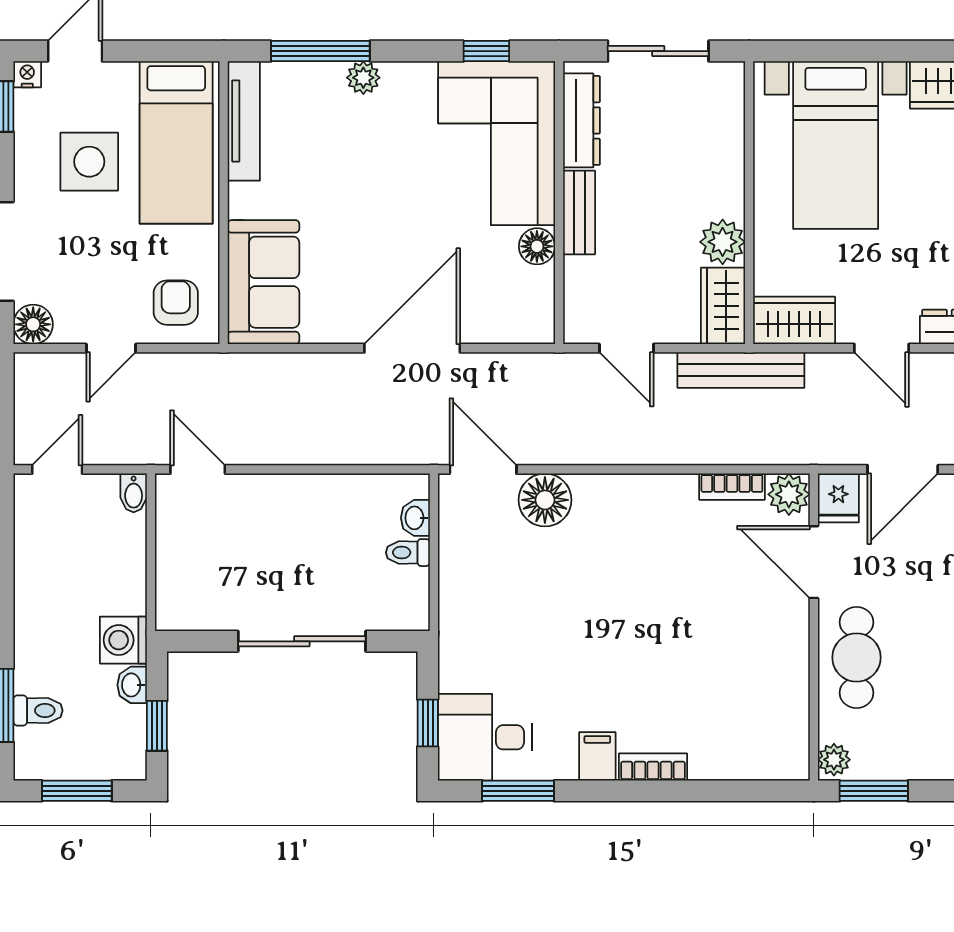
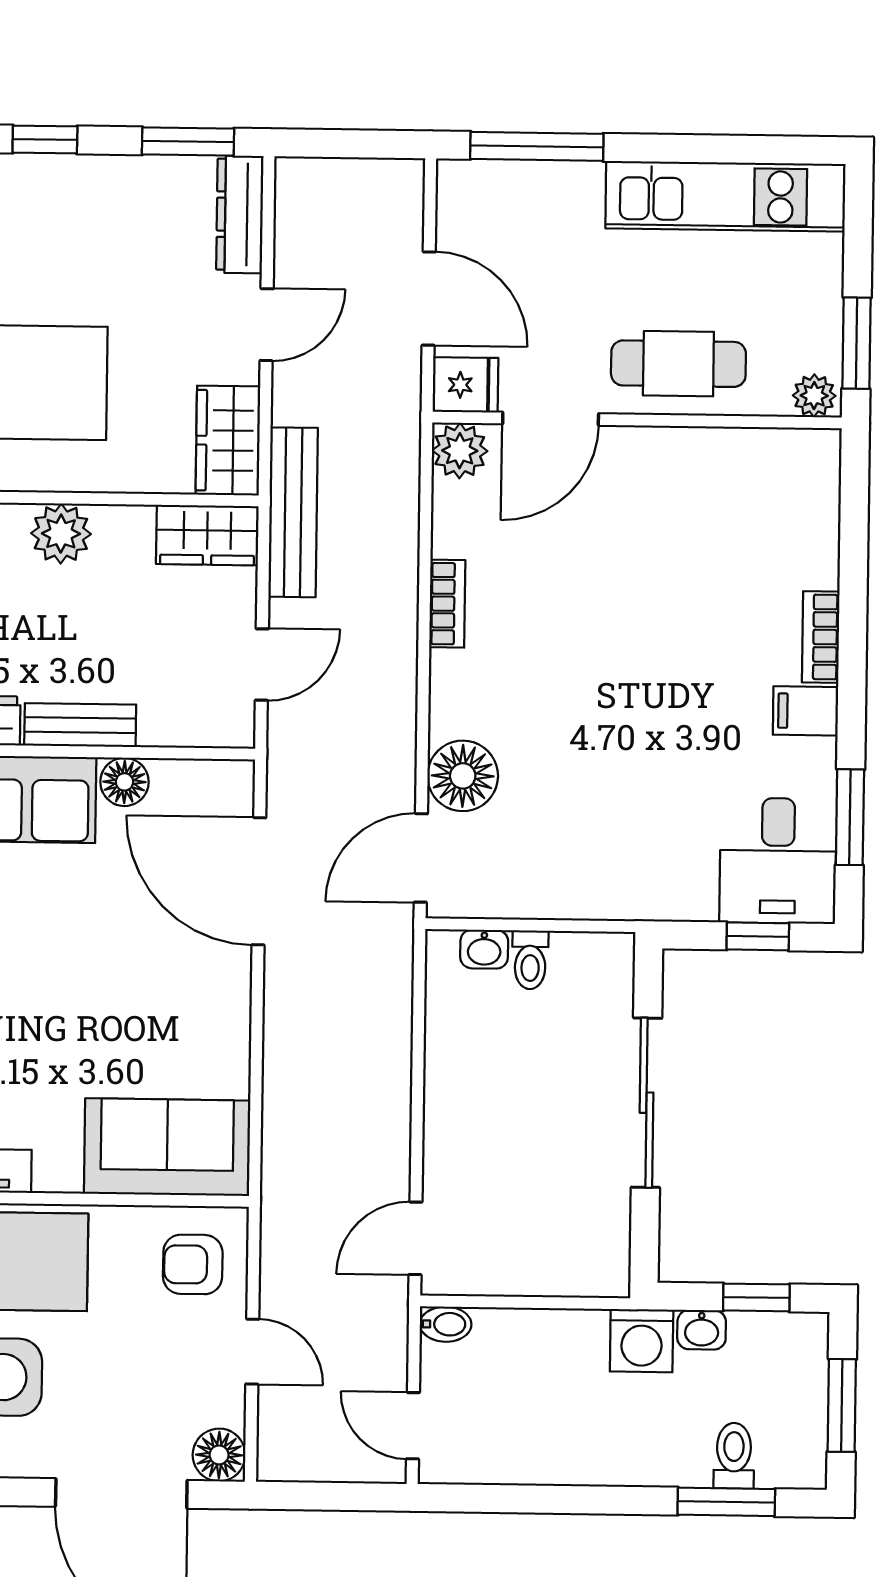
plant: (723, 242) -> (61, 534), moved
door: (412, 348) -> (259, 881), moved
bookcase: (732, 487) -> (447, 604), moved

